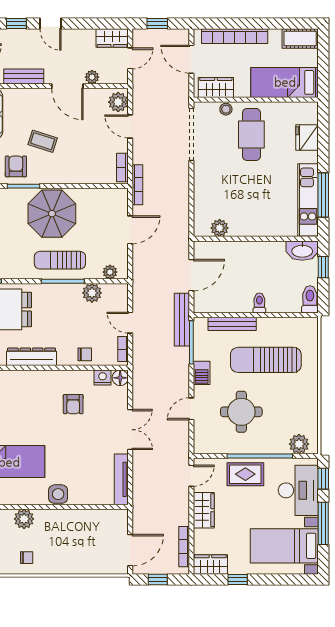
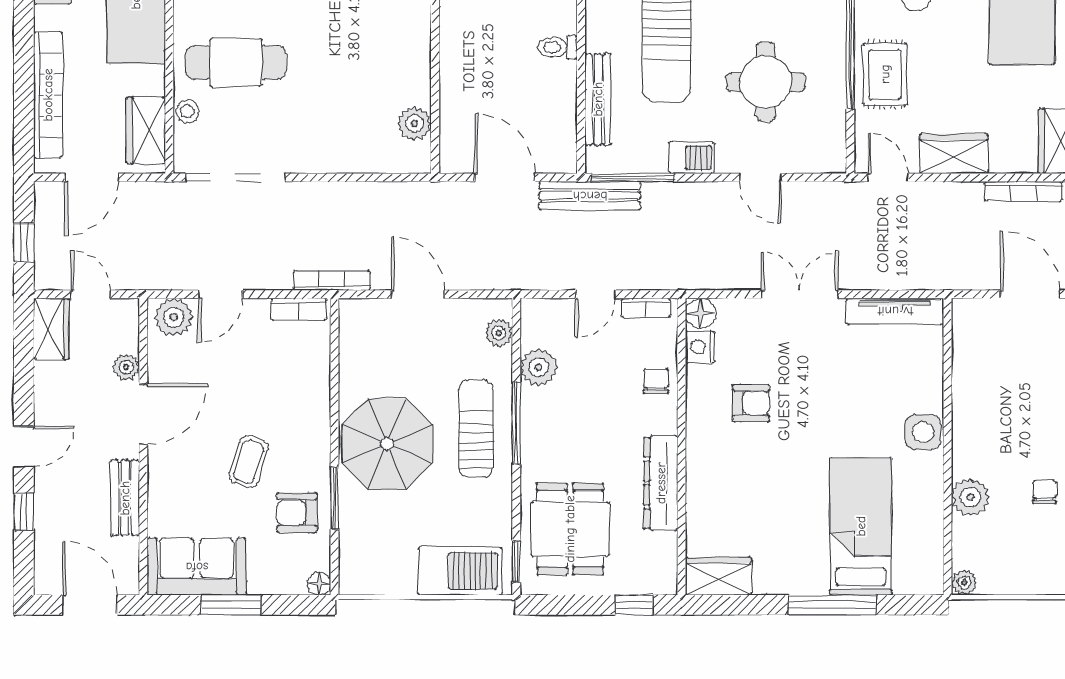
sun lounger: (60, 260) -> (476, 429), turned 180

